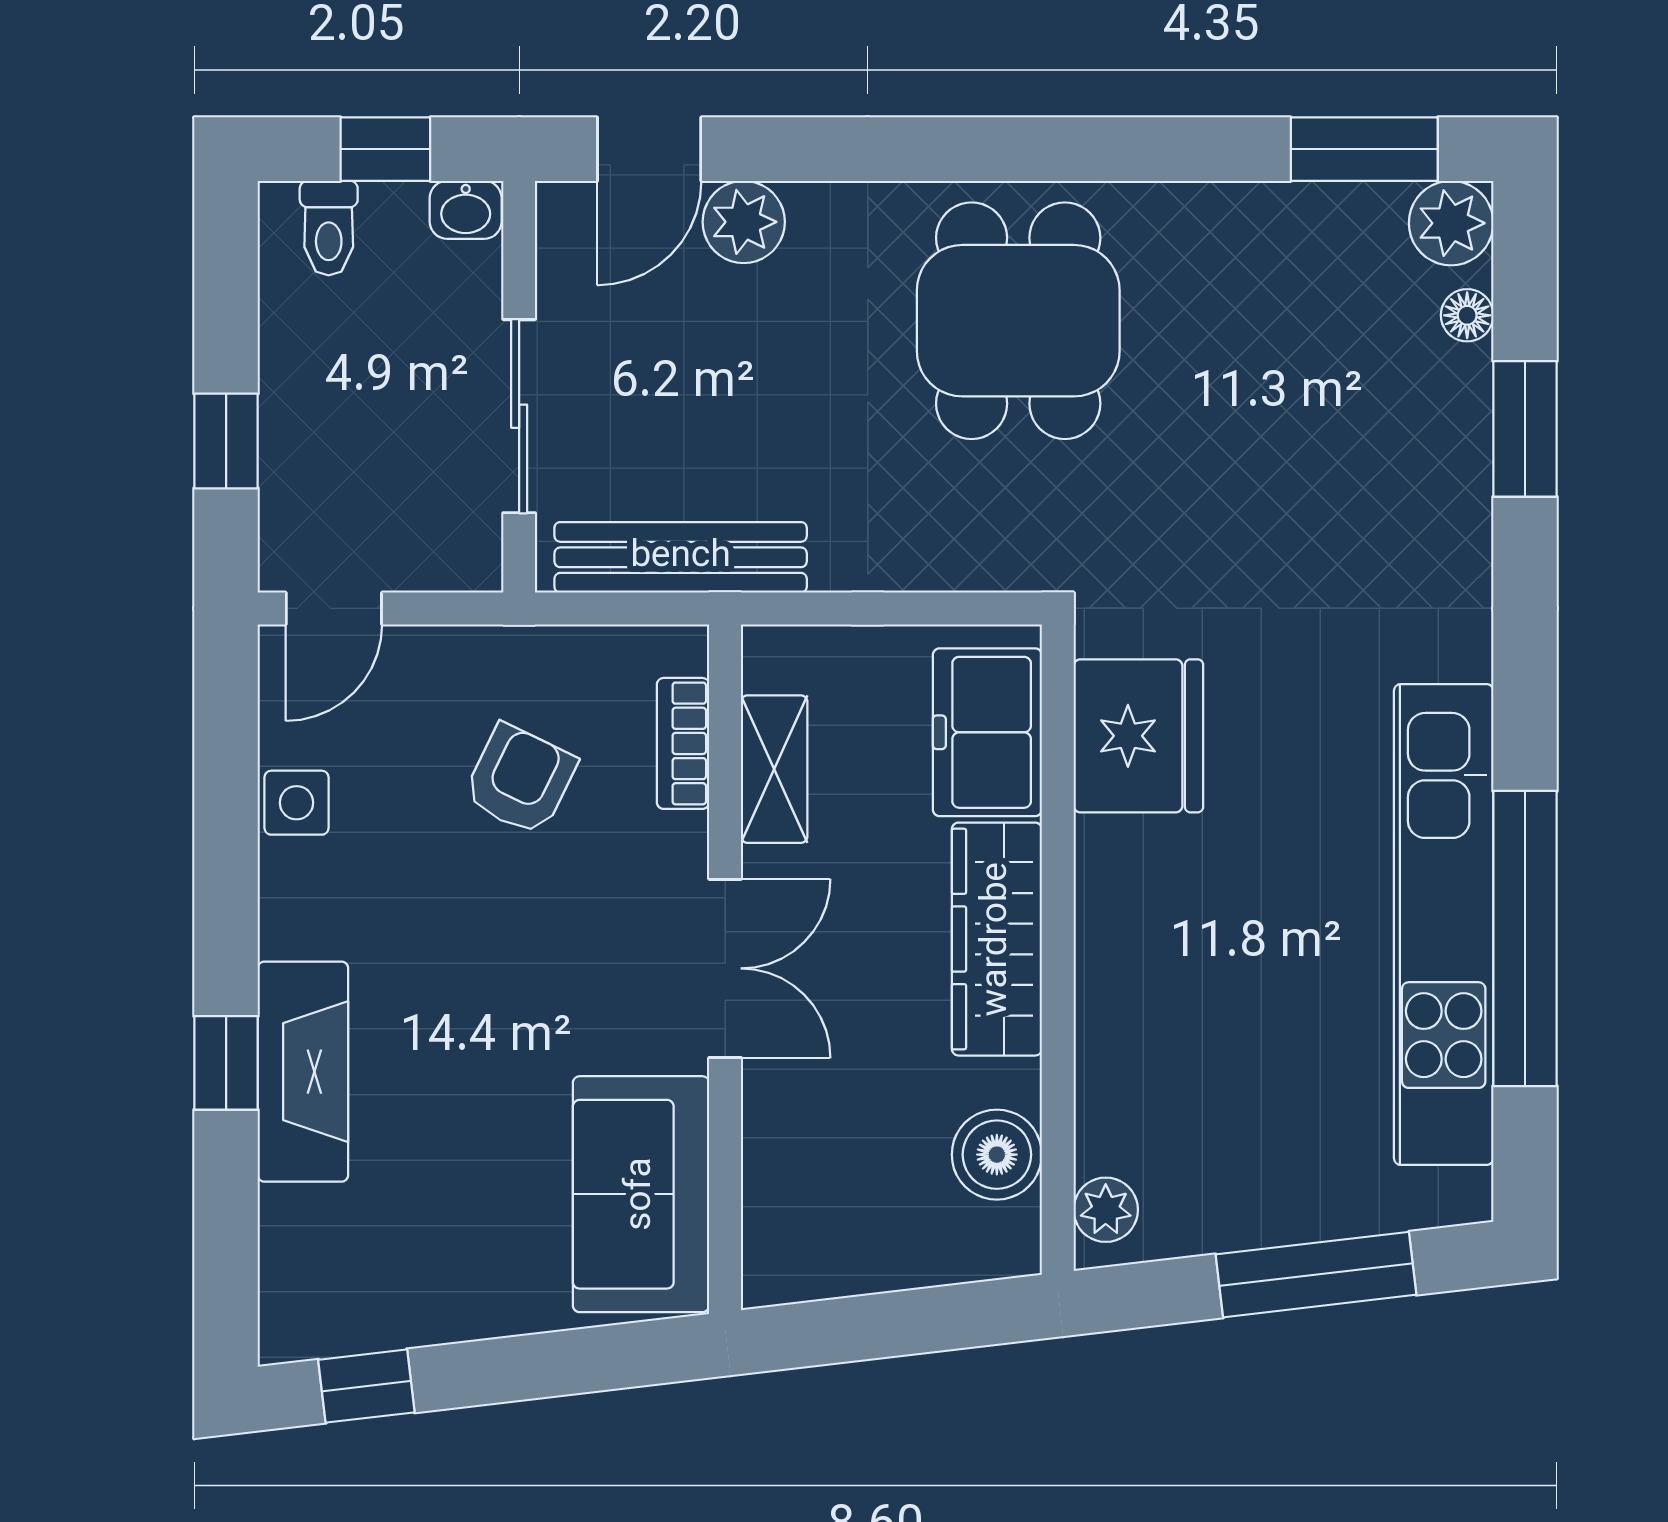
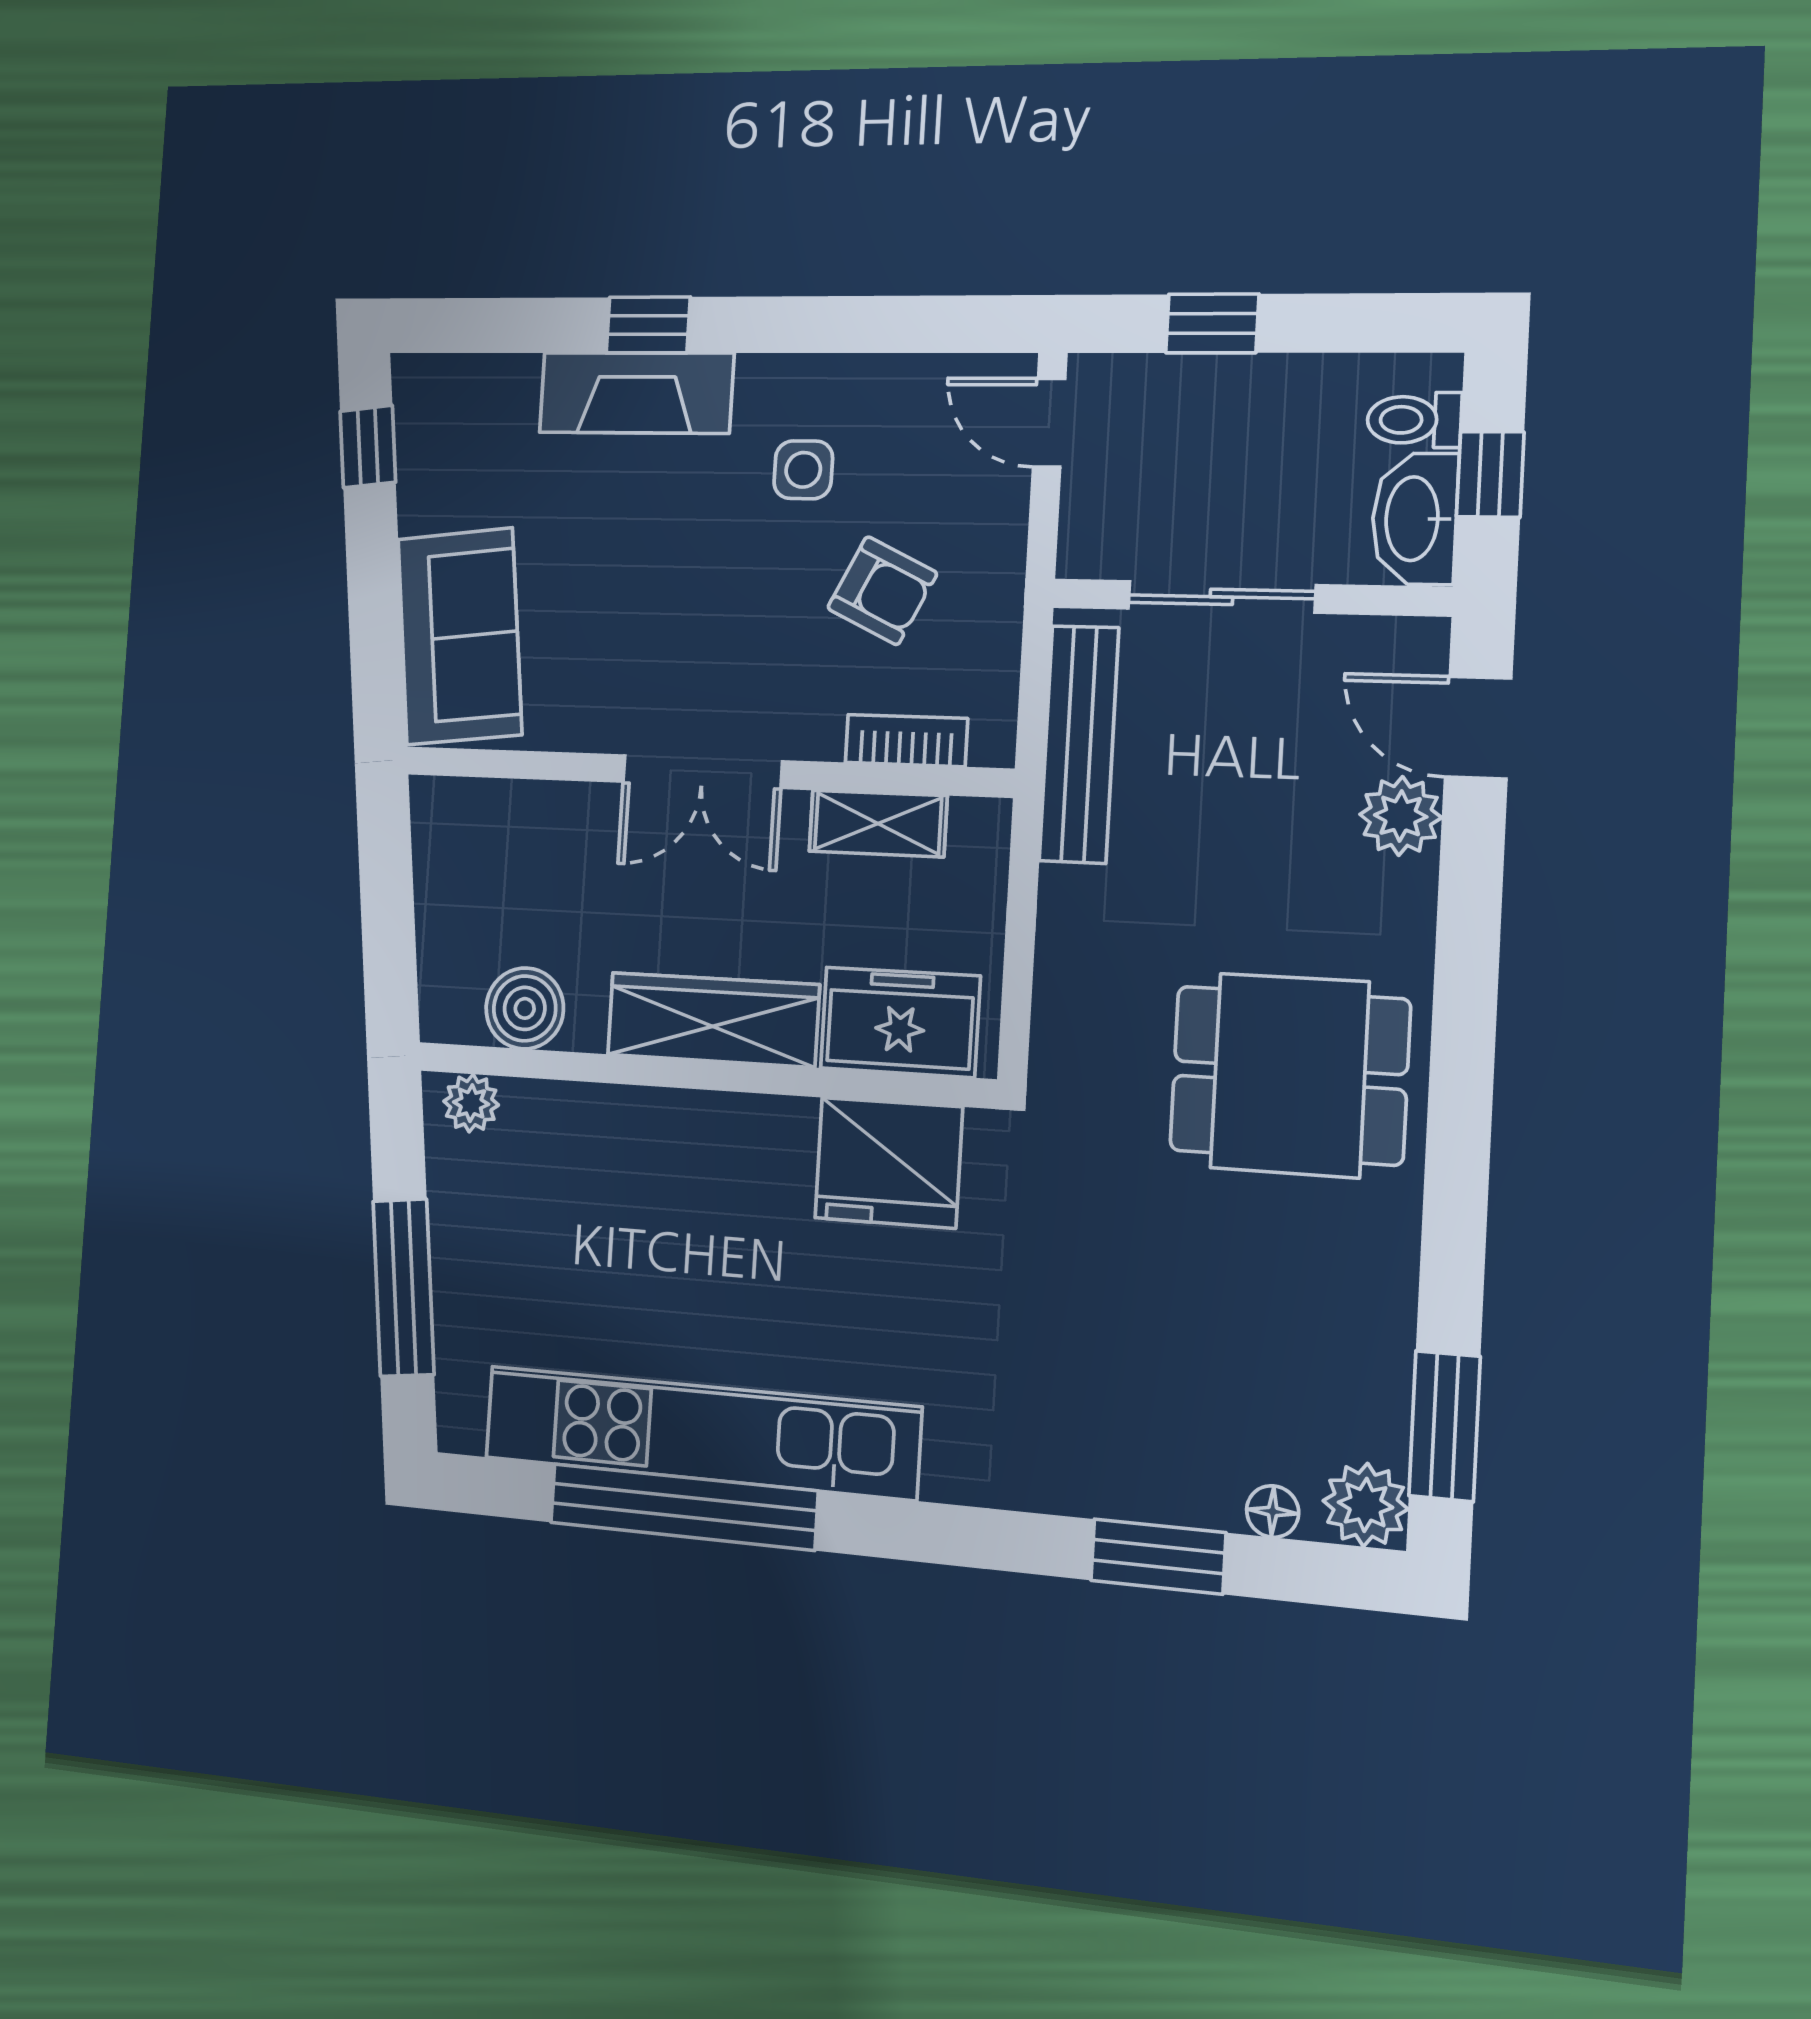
washbasin: (466, 210) -> (1414, 519), width x1.91, depth x1.45
side table: (297, 803) -> (803, 470), moved
sofa: (641, 1194) -> (460, 636), moved, turned 83

